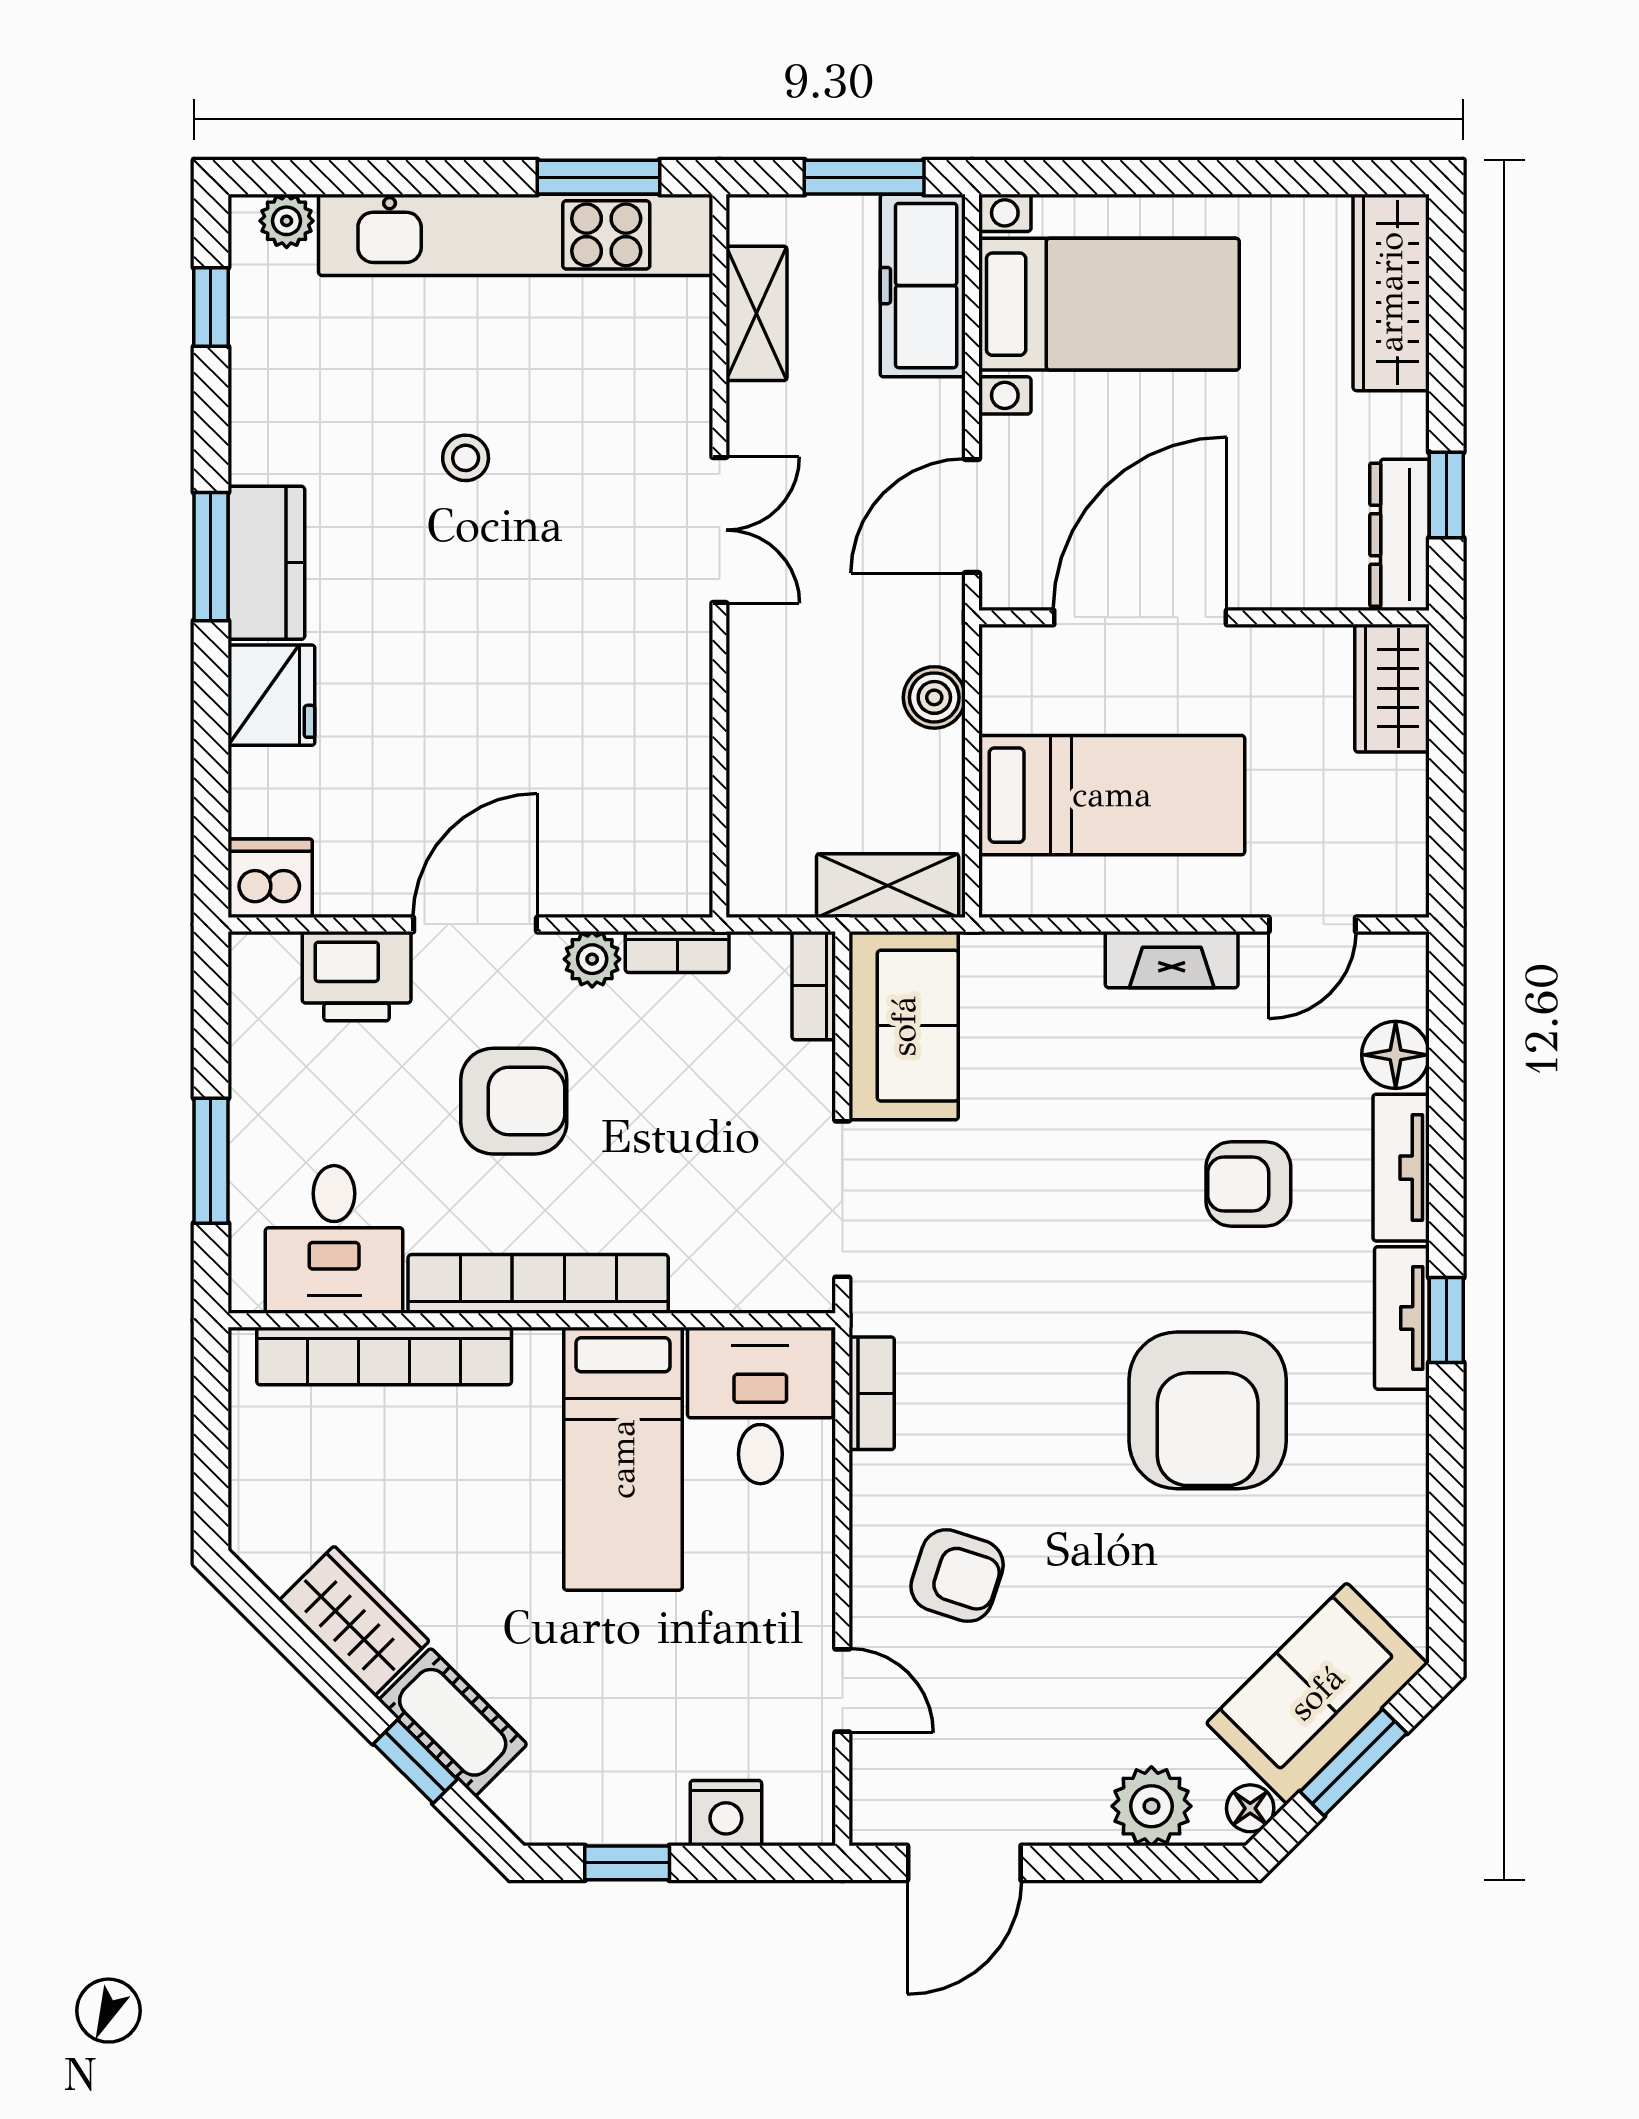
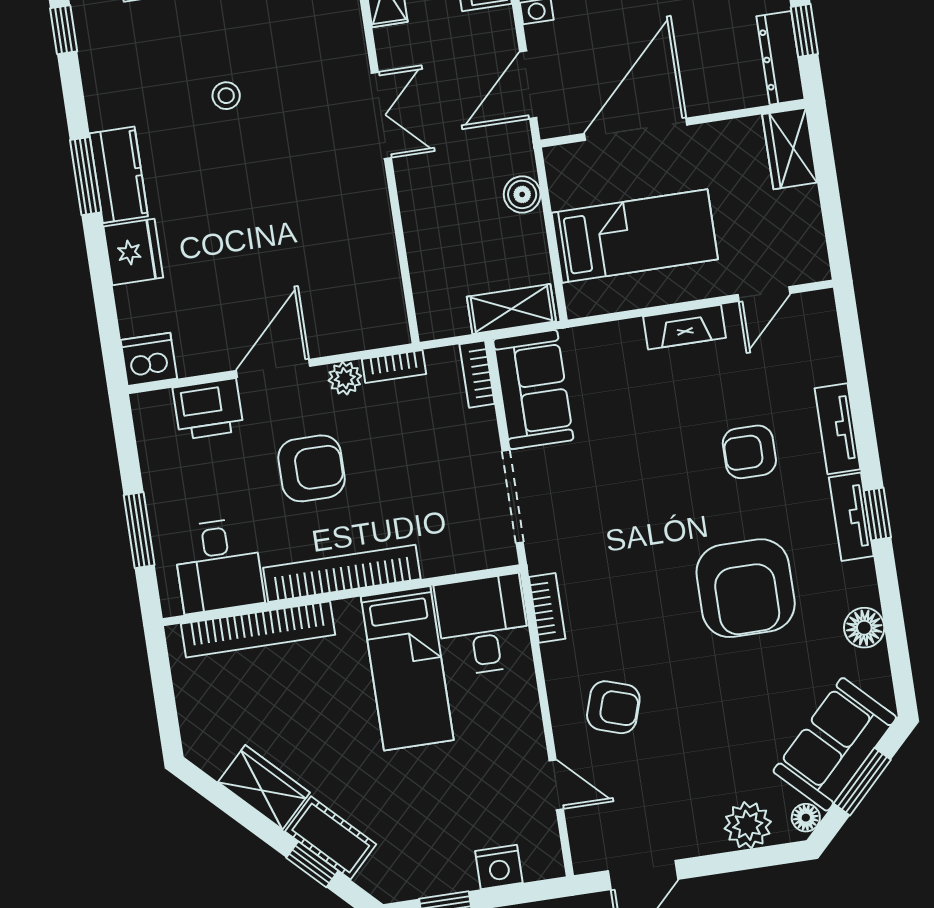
floor lamp: (1396, 1055) -> (864, 628), moved

